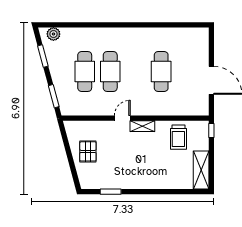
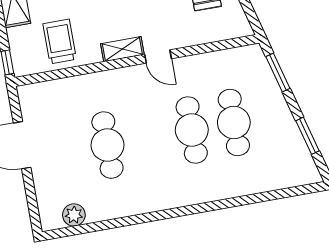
plant: (53, 34) -> (74, 215), moved
door: (122, 118) -> (158, 56), hinge flipped

